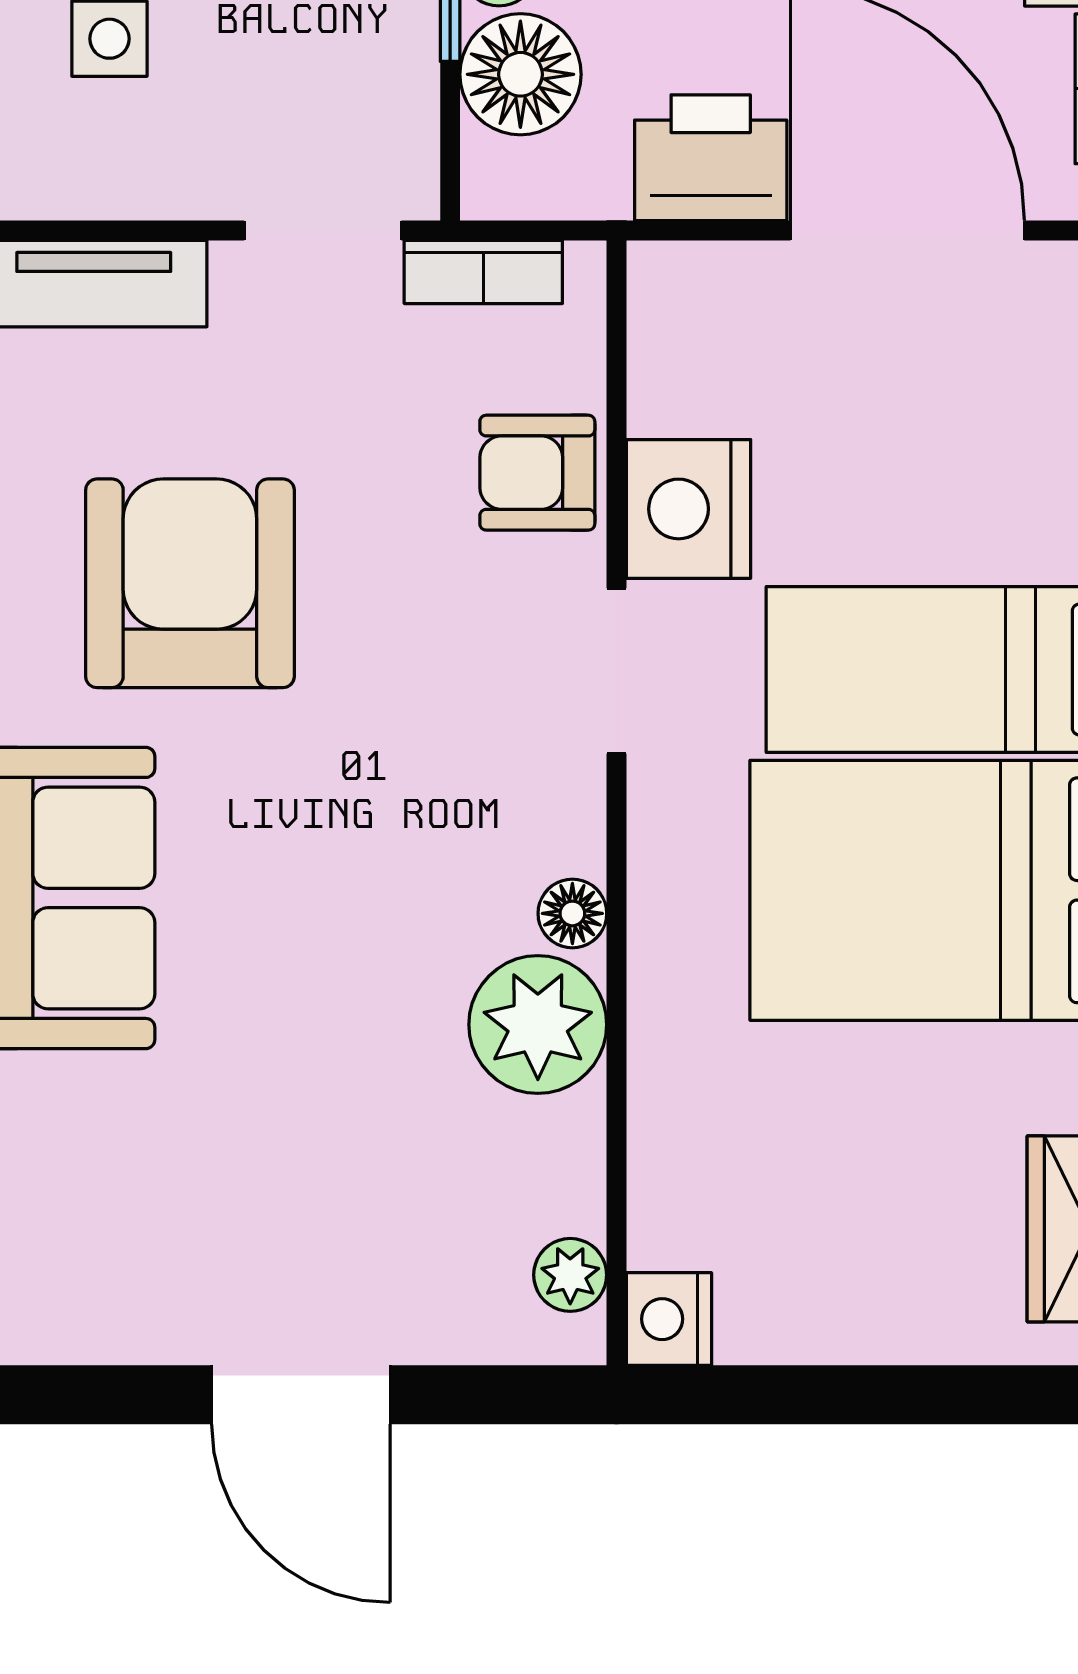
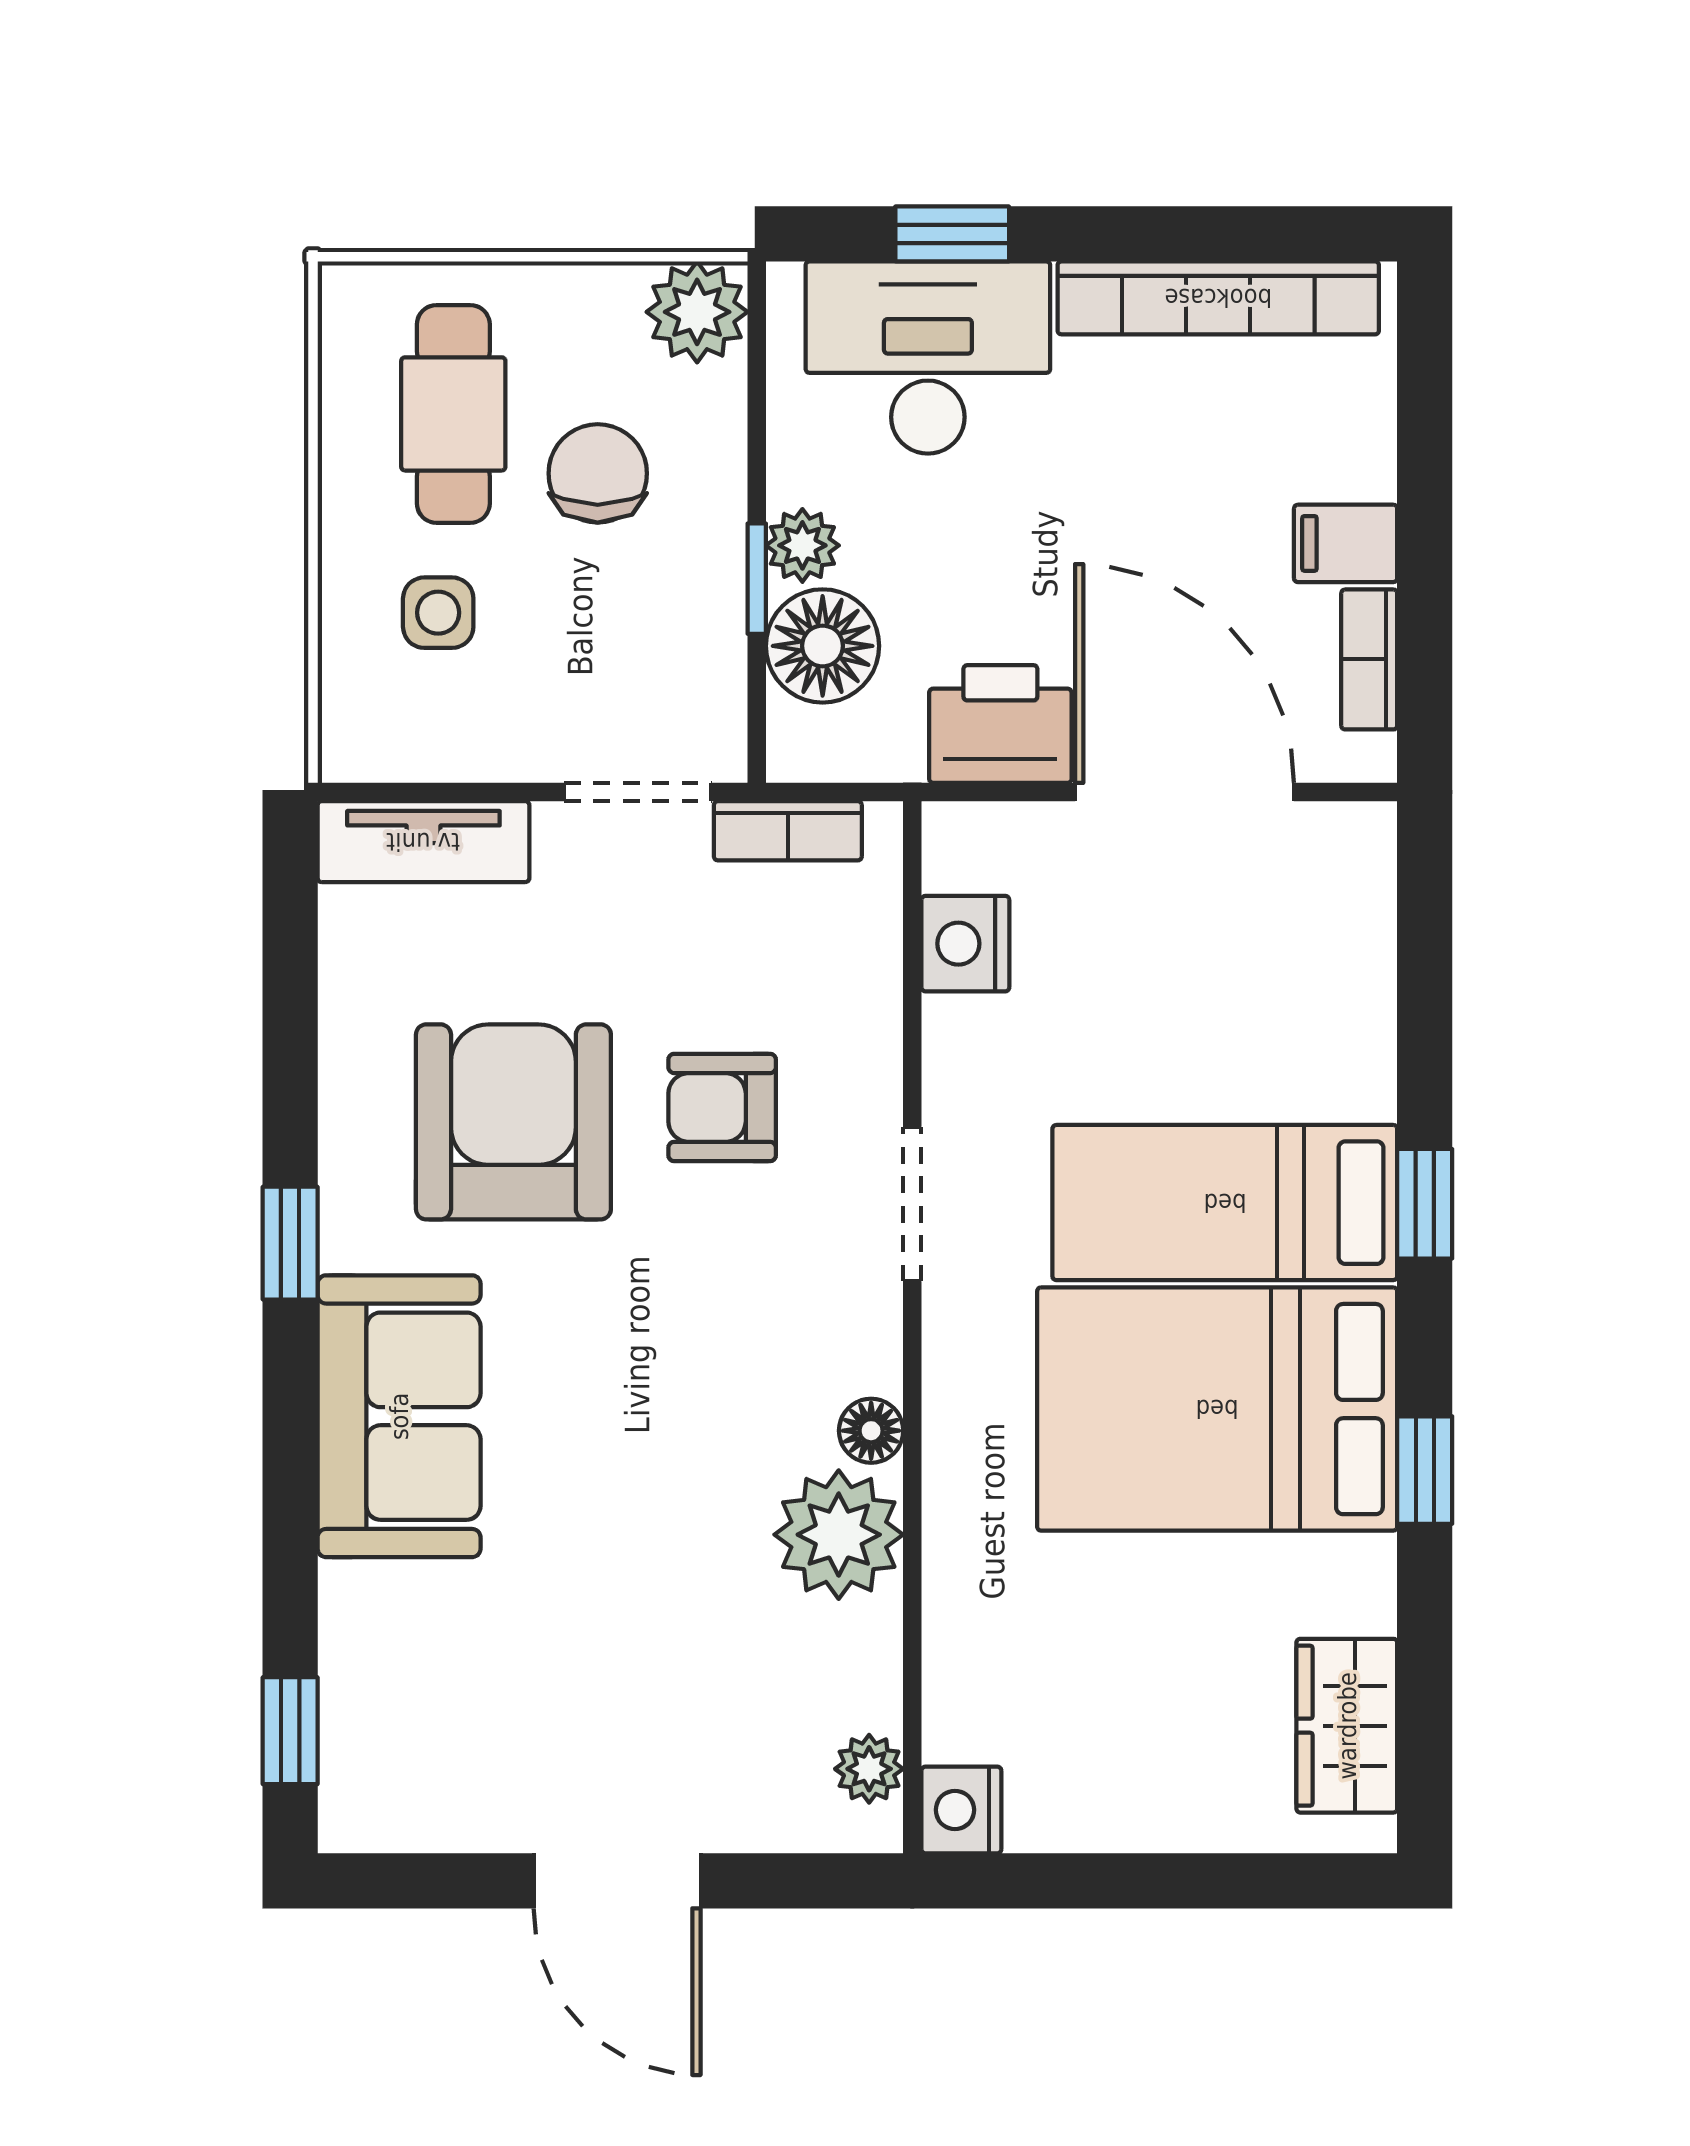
armchair: (537, 473) -> (722, 1107), moved
nightstand: (688, 509) -> (965, 944), moved, width x0.74, depth x0.75

